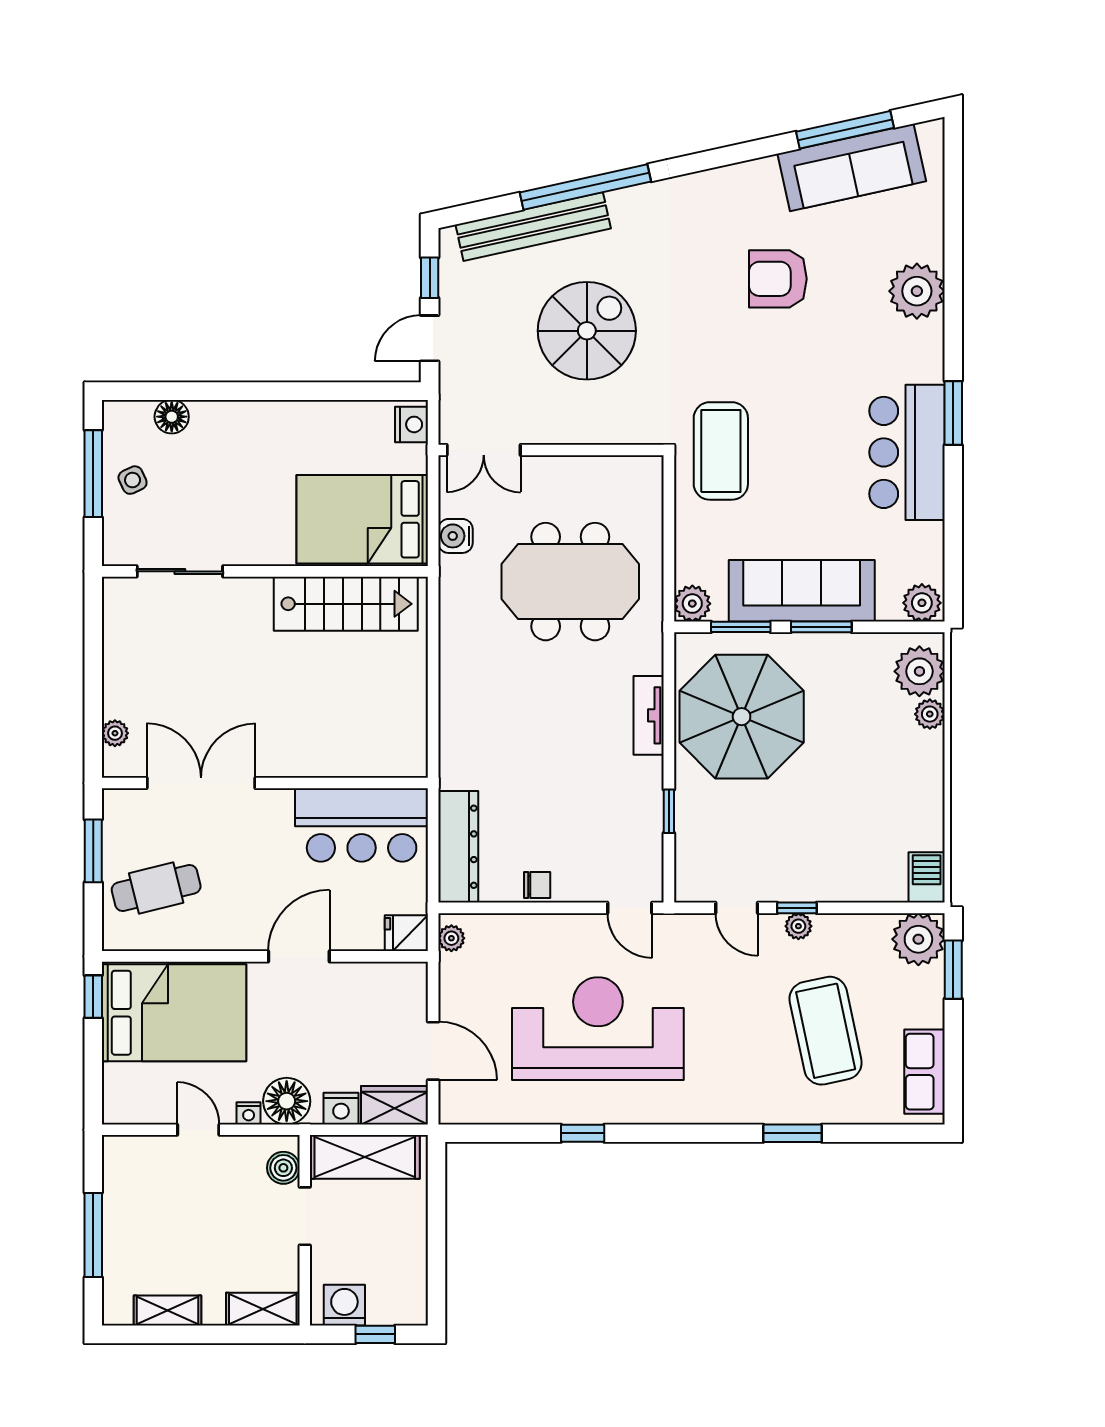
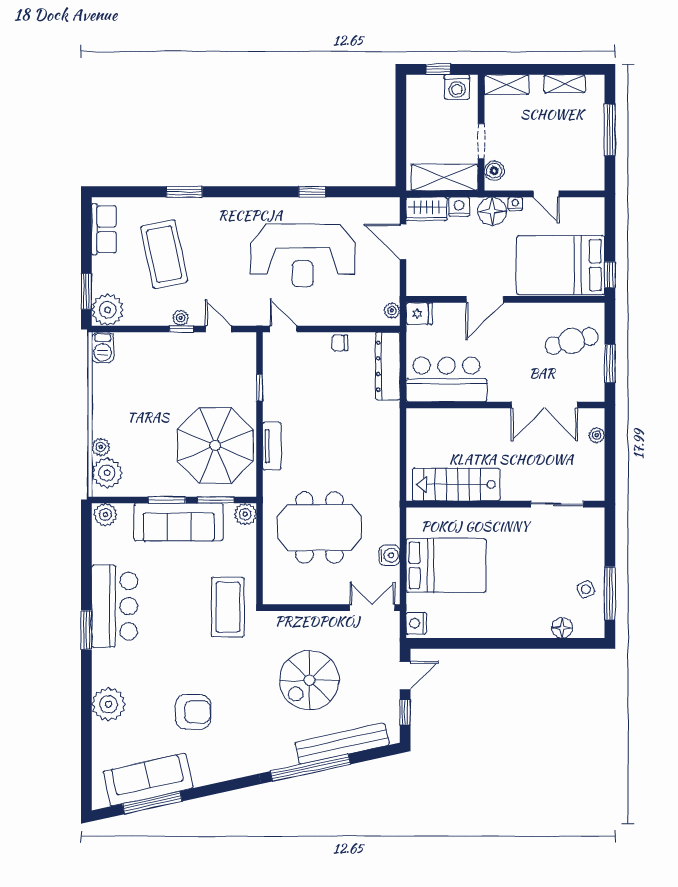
sliding door: (180, 571) -> (557, 504), moved
wall: (265, 571) -> (505, 504), moved
stairs: (346, 604) -> (456, 484), moved

